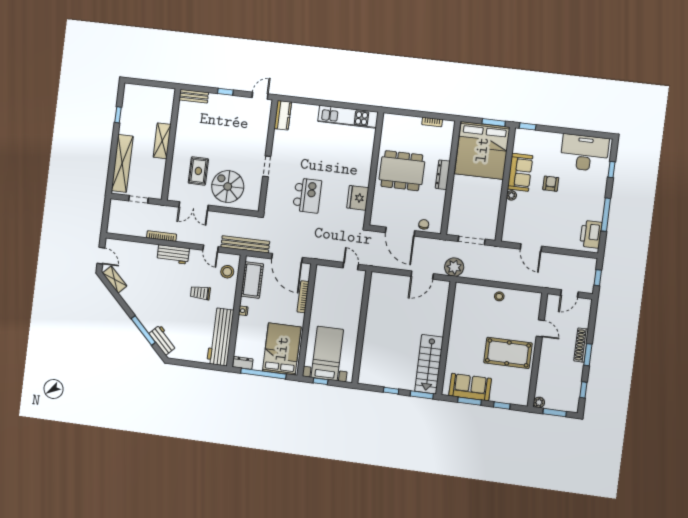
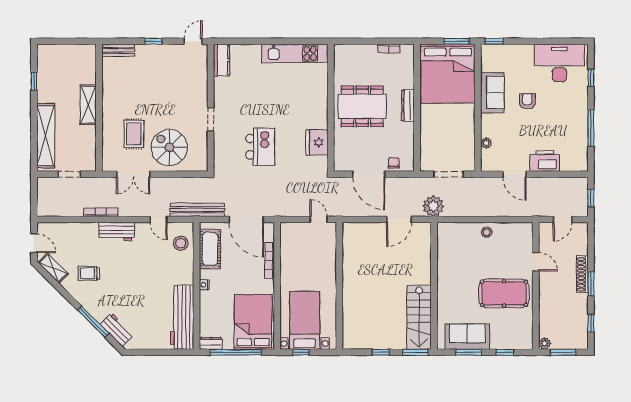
plant: (511, 195) -> (486, 143), moved
printer: (591, 234) -> (545, 161), moved, turned 90
trolley: (200, 293) -> (89, 273), moved

